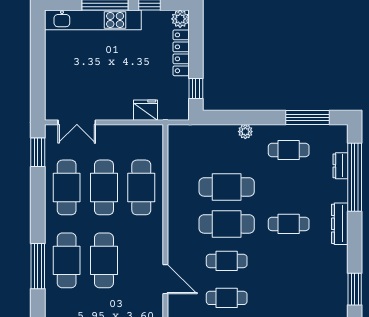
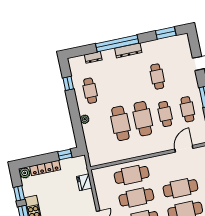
window: (308, 118) -> (68, 83), width x0.46
window: (355, 177) -> (117, 43), moved
cafe table: (289, 224) -> (157, 77), moved

